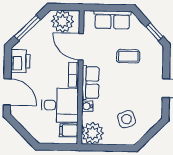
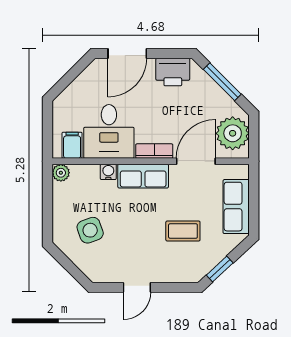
coffee table: (128, 56) -> (183, 231), turned 90
plant: (93, 133) -> (61, 173), width x0.53, depth x0.53

